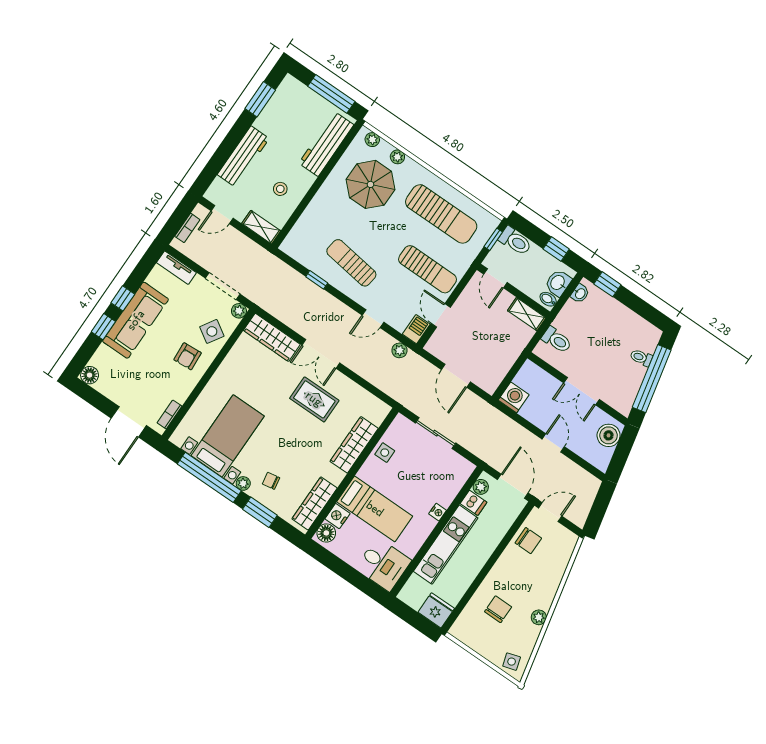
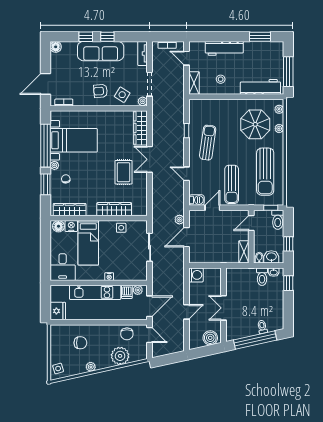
toilet: (557, 340) -> (262, 277), moved
plant: (399, 350) -> (179, 220), moved
plant: (551, 569) -> (120, 356), added

